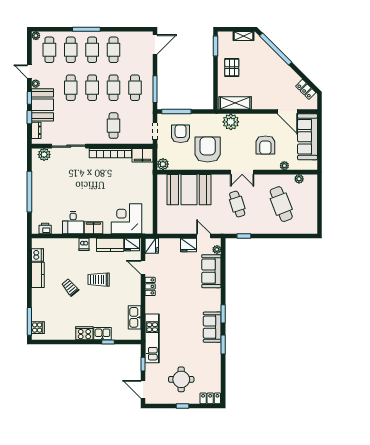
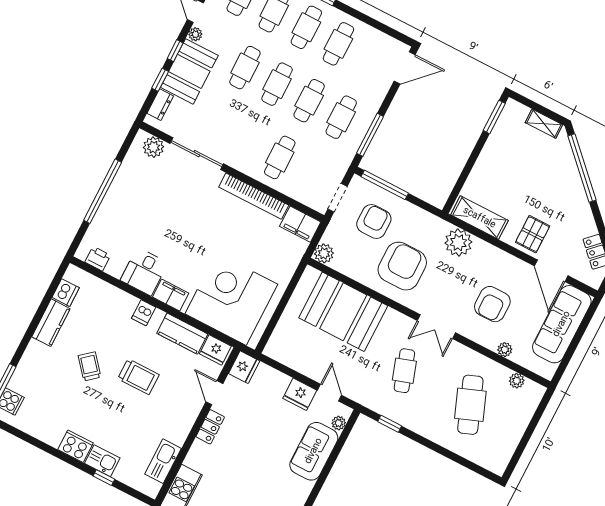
pallet: (232, 68) -> (533, 234), moved
corner desk: (127, 219) -> (231, 299), width x1.36, depth x1.36
trolley: (99, 280) -> (138, 377), turned 180

